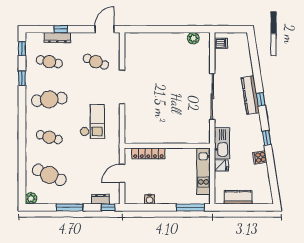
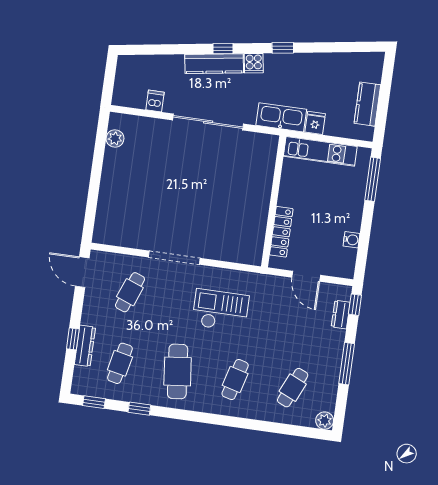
dishwasher: (221, 43) -> (155, 101), moved
cooker: (260, 157) -> (254, 63), moved
cafe table: (49, 175) -> (293, 388), width x0.73, depth x0.74

